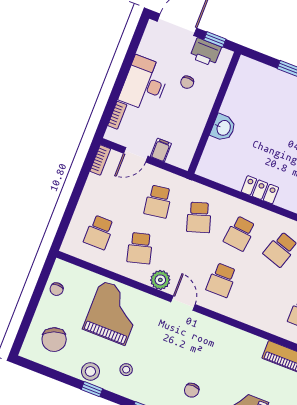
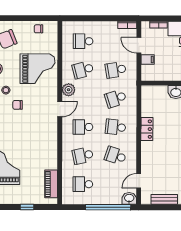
school desk: (262, 296) -> (83, 156), added
chair: (192, 390) -> (18, 105), moved

